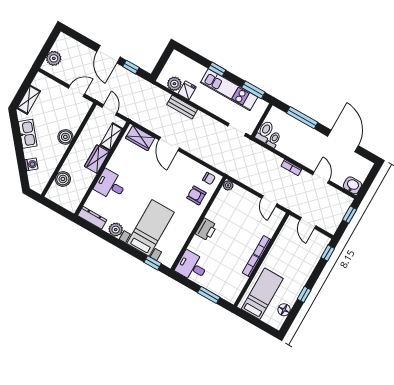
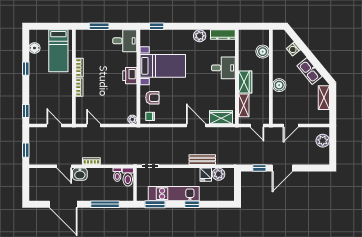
door: (109, 54) -> (282, 168), swing flipped
washbasin: (352, 185) -> (80, 174), moved
bed with nightstands: (150, 228) -> (163, 66), moved, turned -90

